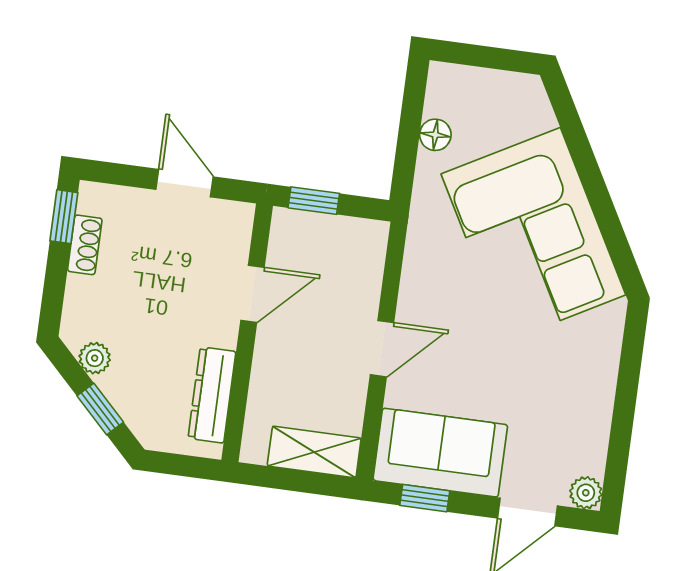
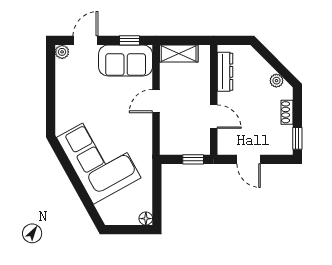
floor lamp: (435, 135) -> (146, 219), moved
shoe rack: (85, 245) -> (287, 112), moved
door: (252, 294) -> (214, 117), swing flipped
window: (100, 409) -> (271, 60), removed

